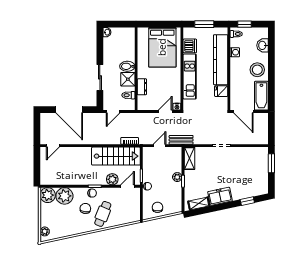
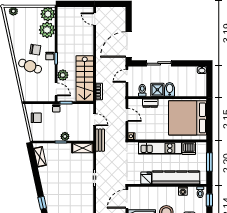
bed: (162, 47) -> (188, 118), width x1.36
door: (69, 110) -> (129, 45), moved
door: (113, 112) -> (127, 76), hinge flipped
door: (165, 112) -> (127, 115), moved
freezer: (220, 196) -> (47, 177), removed

